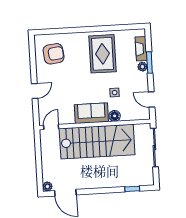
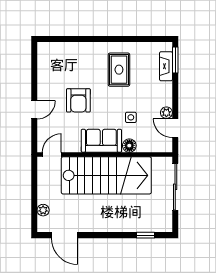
armchair: (54, 54) -> (78, 100), moved, turned 97
rug: (103, 54) -> (119, 70), width x0.73, depth x0.70
window: (149, 62) -> (175, 60), moved
plant: (142, 67) -> (166, 113), moved
plant: (47, 186) -> (43, 210), moved

